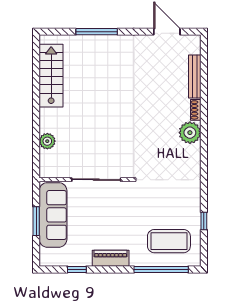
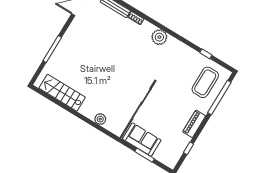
plant: (190, 133) -> (159, 37), moved
sofa: (53, 215) -> (142, 140), width x0.73

